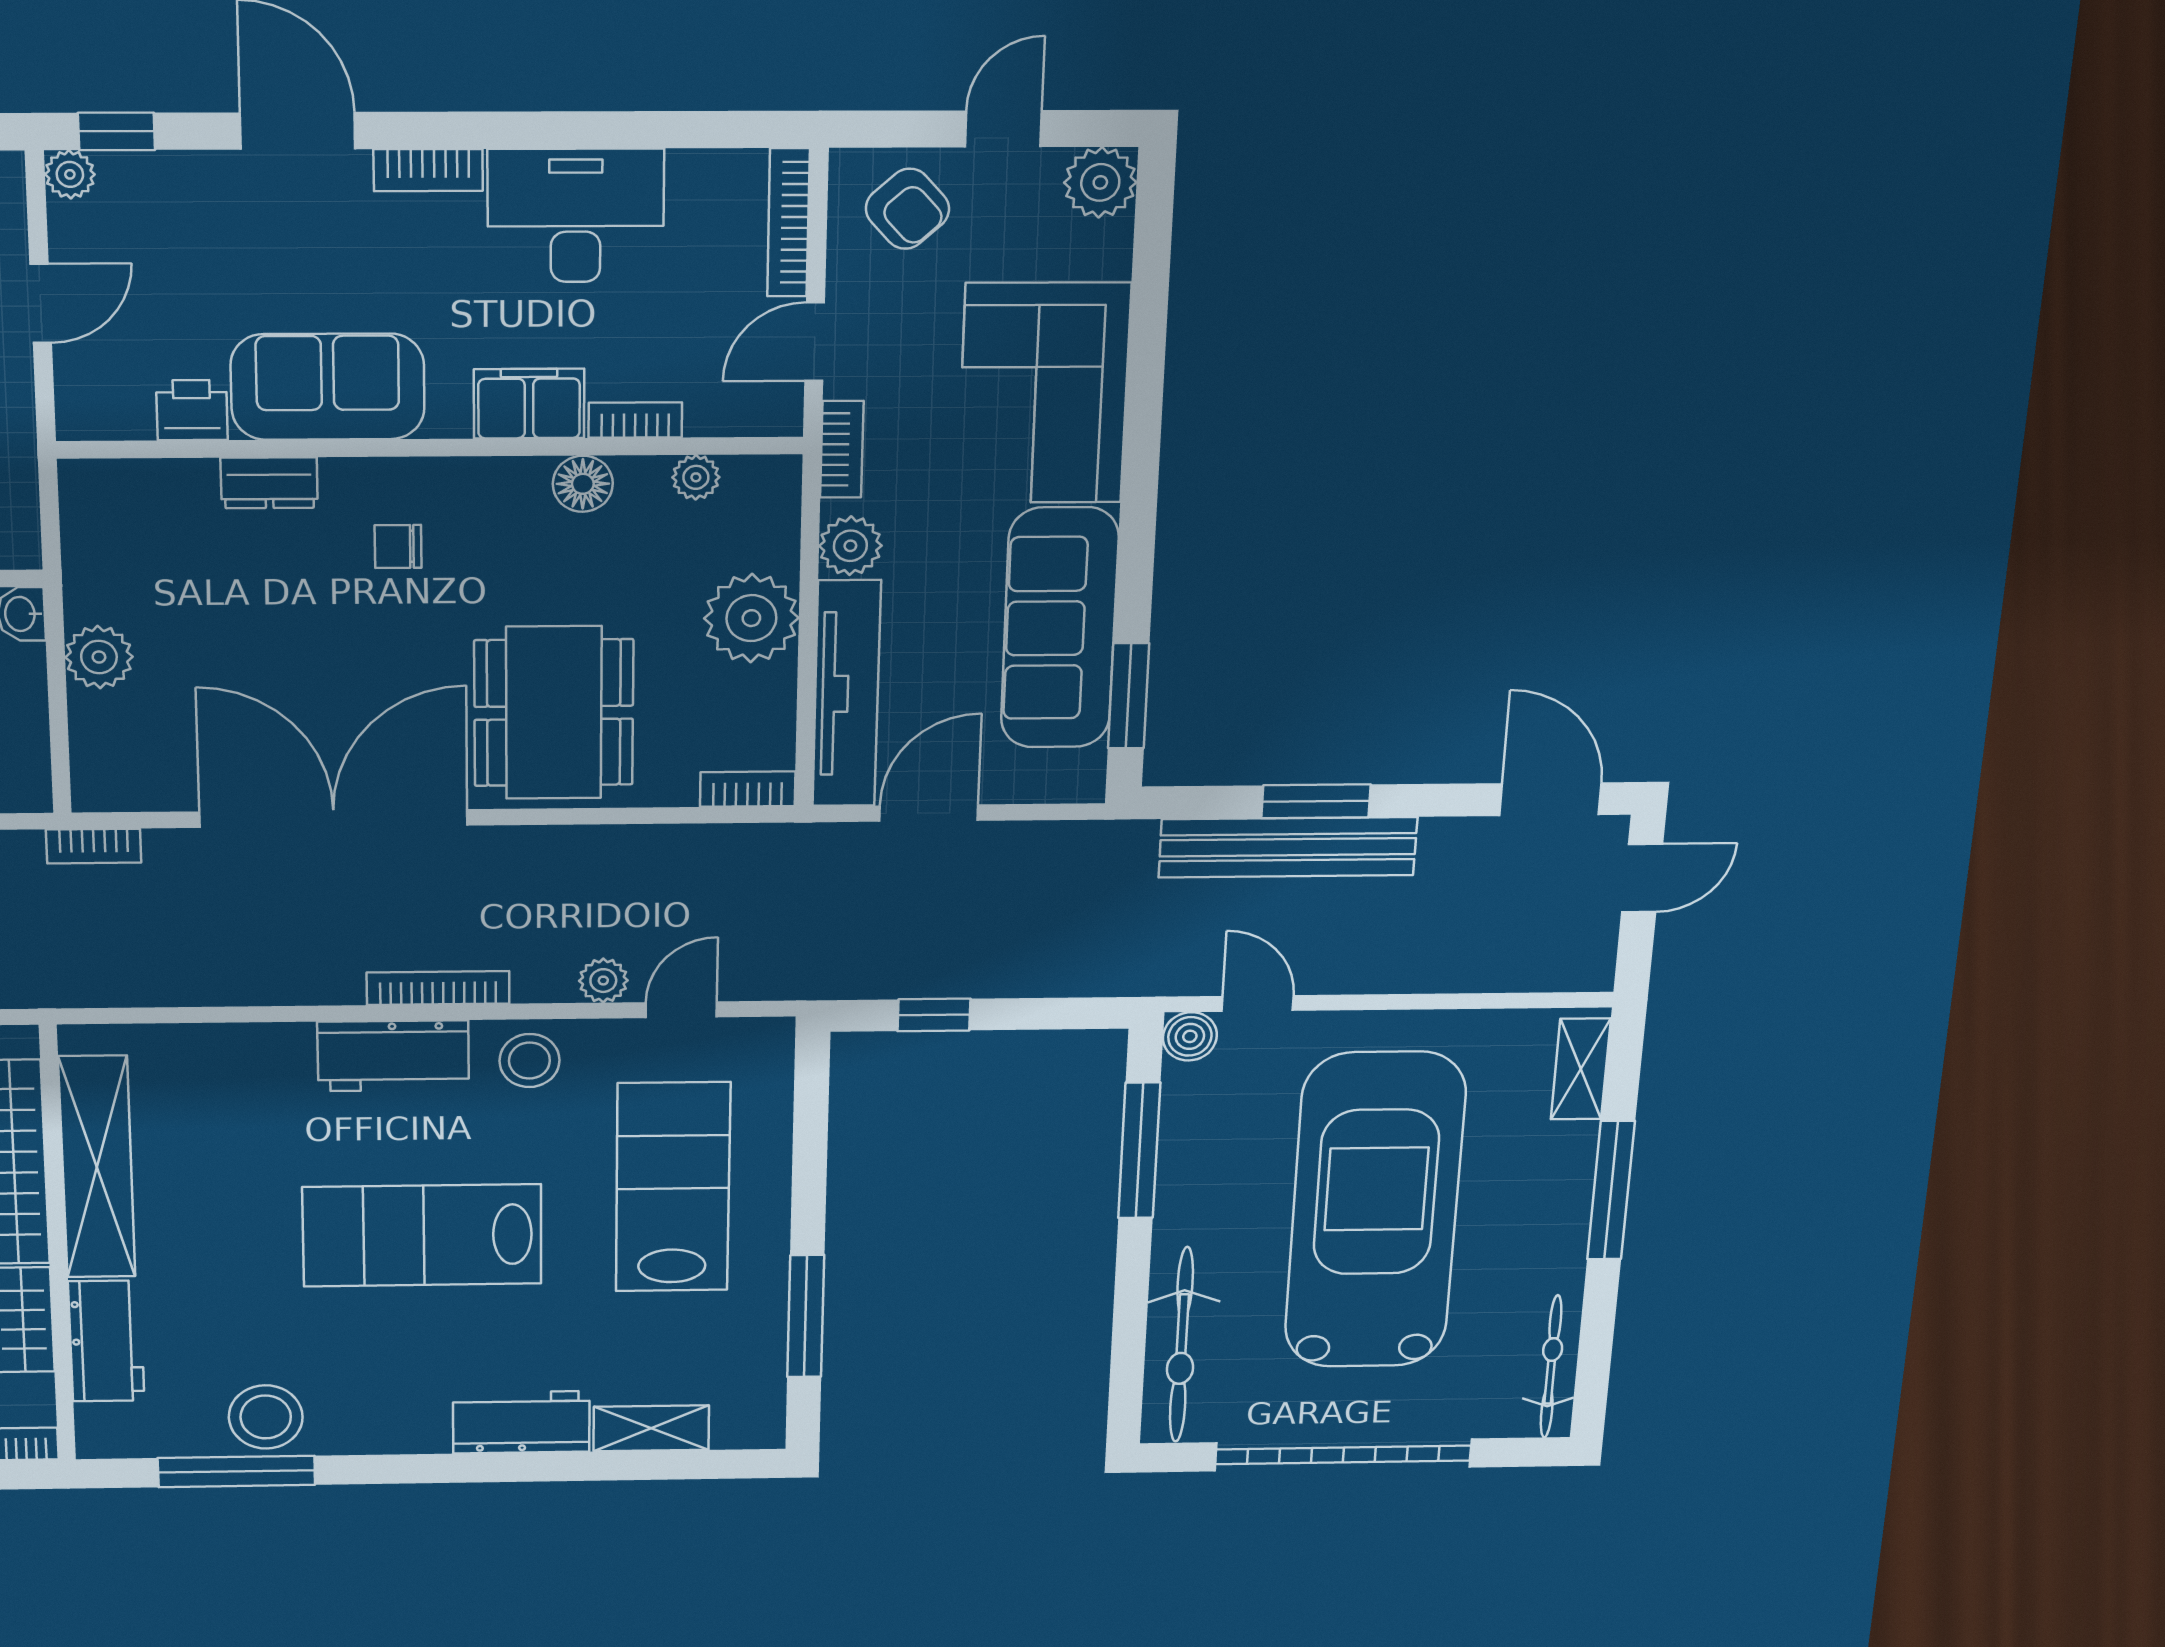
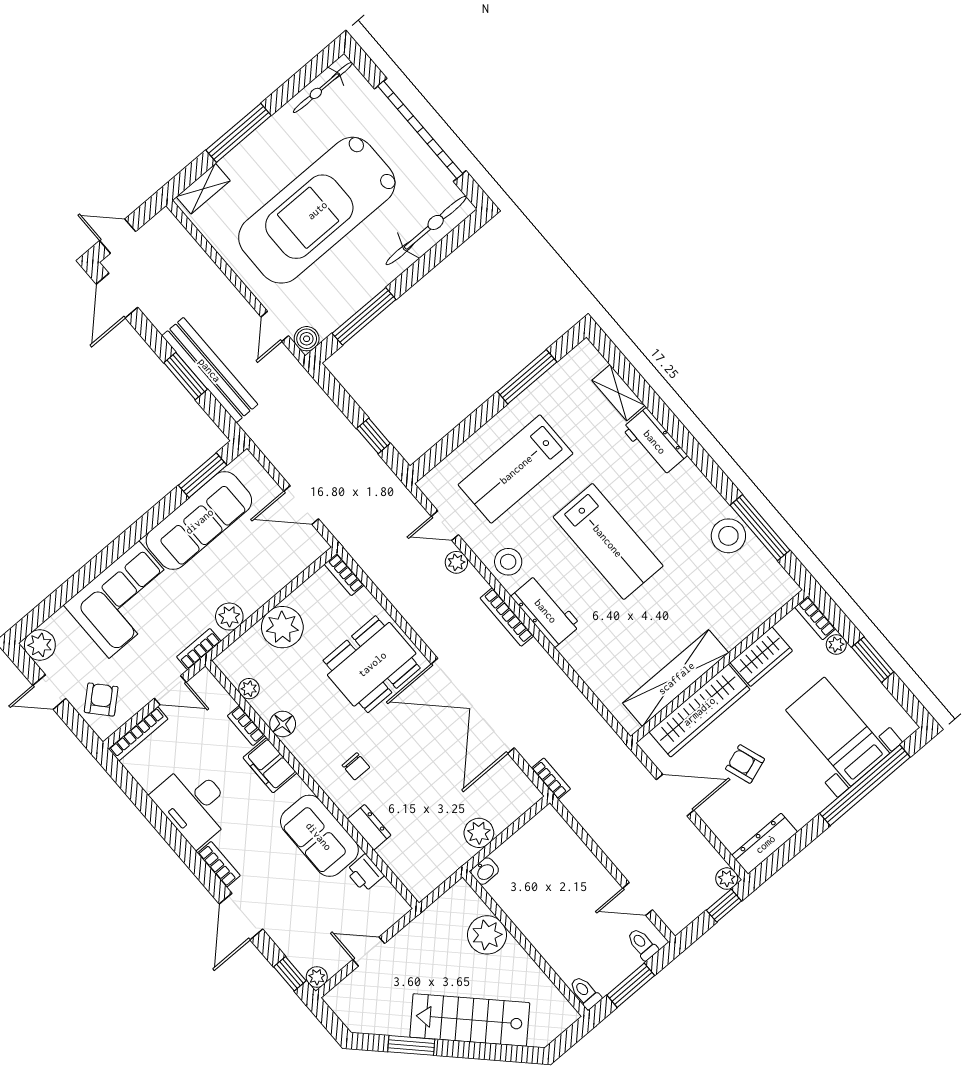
tv unit: (846, 694) -> (282, 571), removed
workbench: (106, 1341) -> (744, 618), removed

